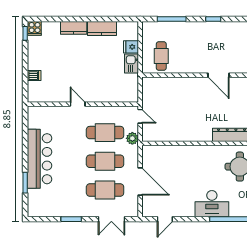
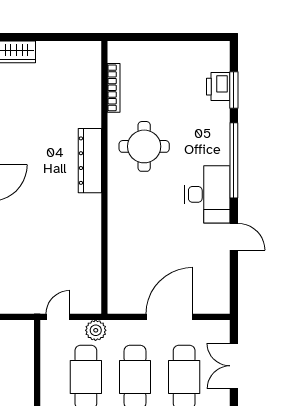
double door: (111, 219) -> (234, 366), swing flipped
door: (165, 219) -> (234, 237), moved

